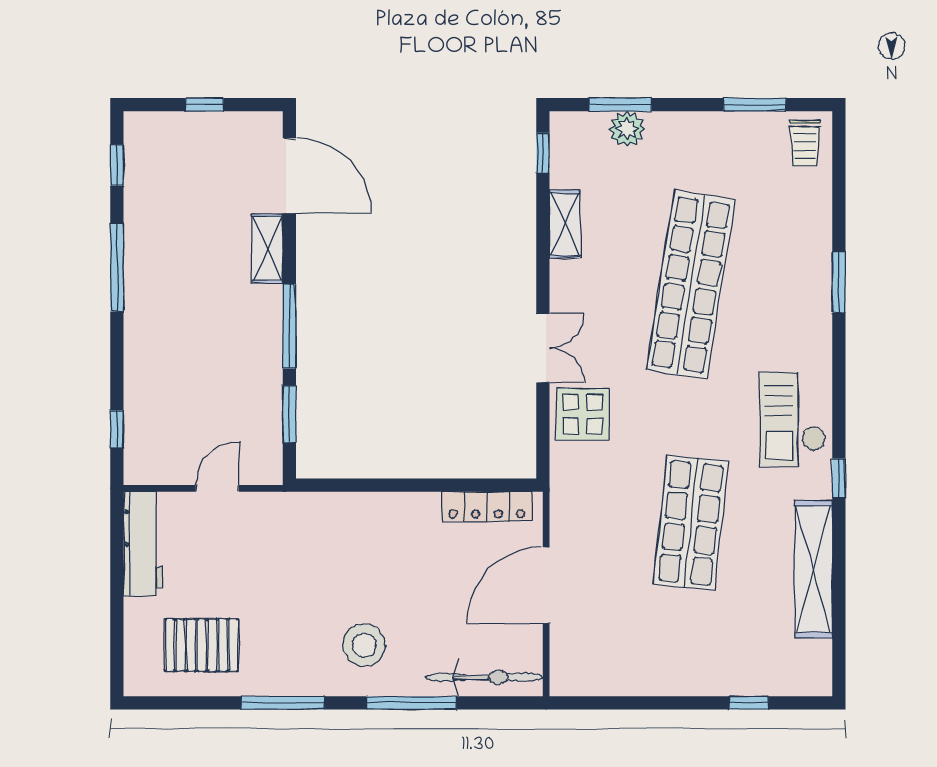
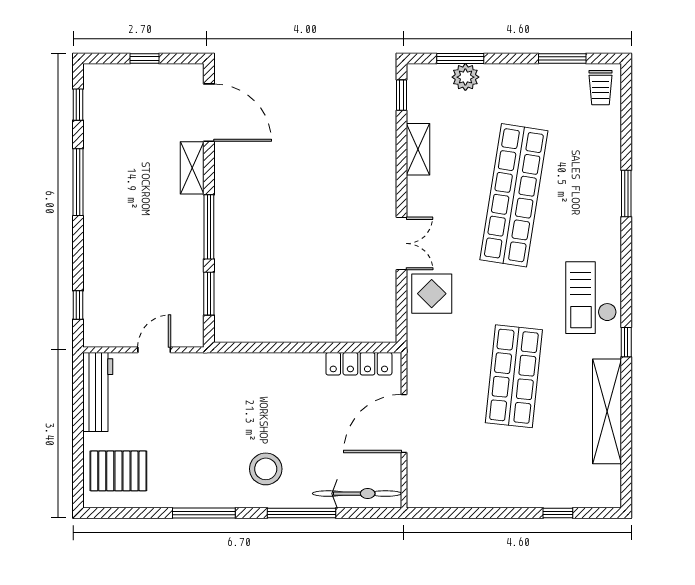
pallet: (202, 645) -> (118, 471), moved

